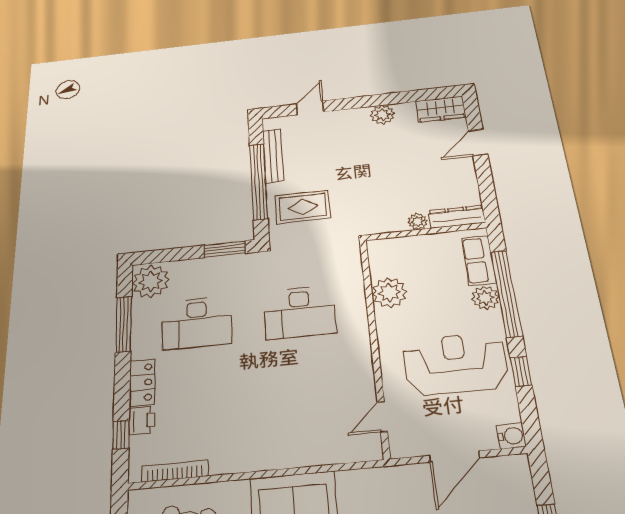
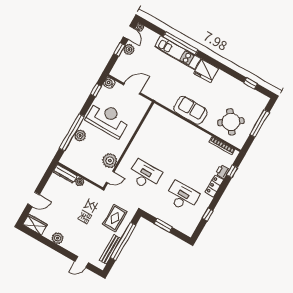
rug: (303, 207) -> (115, 218), turned 90
window: (225, 249) -> (163, 225), moved
row of seats: (479, 260) -> (71, 151), removed
plant: (151, 281) -> (188, 226), removed
window: (124, 324) -> (208, 214), width x0.46
reception desk: (455, 364) -> (108, 119), turned 180
window: (521, 371) -> (96, 90), moved
door: (382, 417) -> (110, 177), moved

